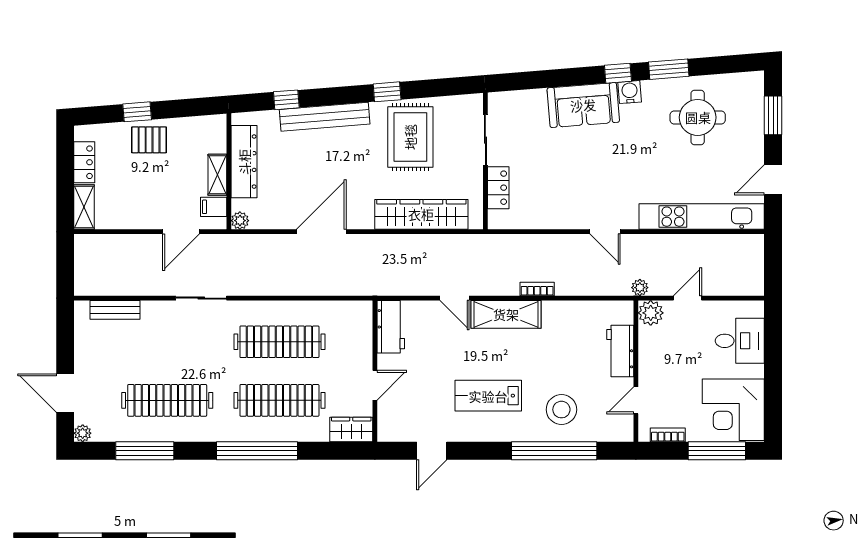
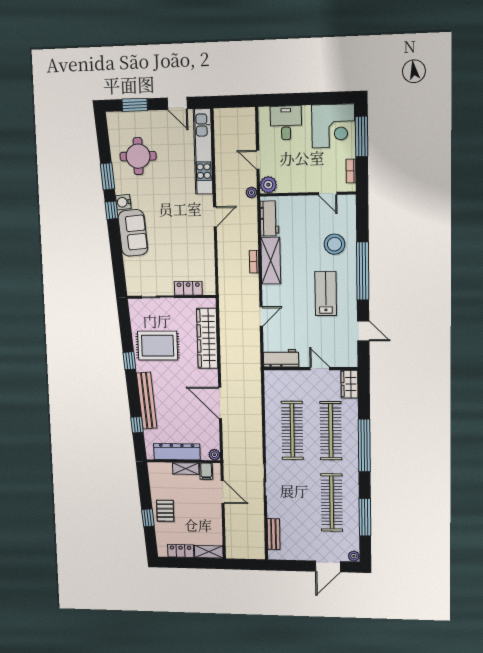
shelving: (506, 314) -> (271, 261), moved
workbench: (620, 351) -> (269, 218), moved, turned -90
lab bench: (488, 396) -> (326, 294), turned 180
window: (554, 451) -> (363, 271), moved

